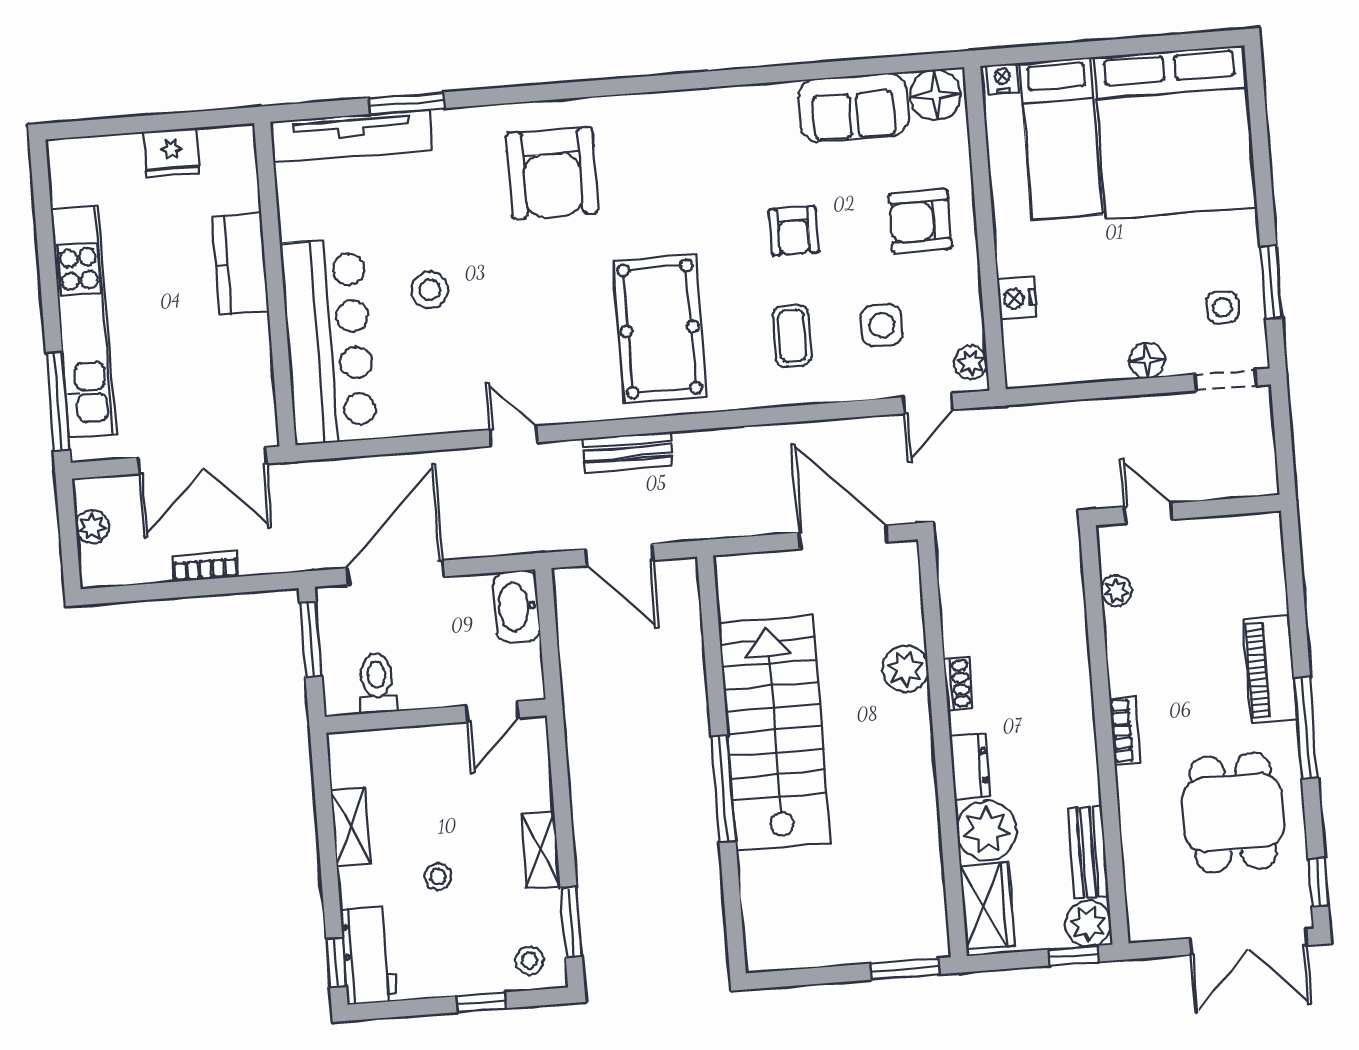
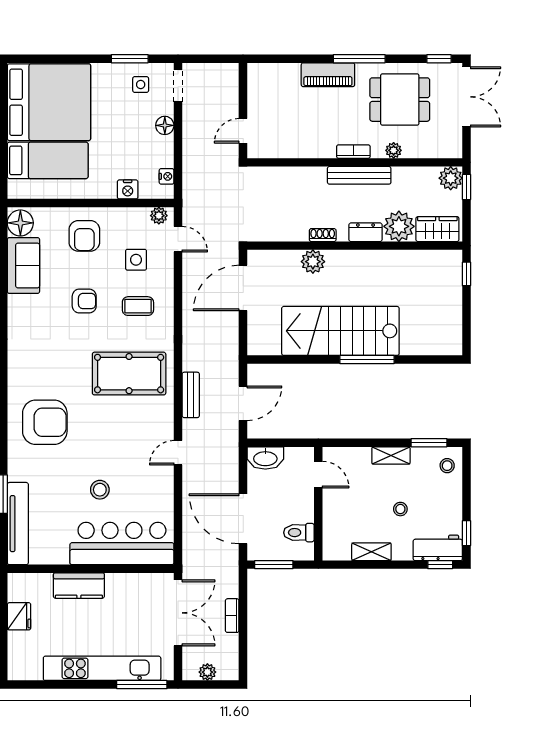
nightstand: (1002, 79) -> (167, 176), moved, turned 180
plant: (1116, 591) -> (394, 150), moved
bench: (1088, 852) -> (359, 175), moved, width x1.36
window: (905, 969) -> (467, 274), width x0.67
window: (481, 1002) -> (467, 533), moved

